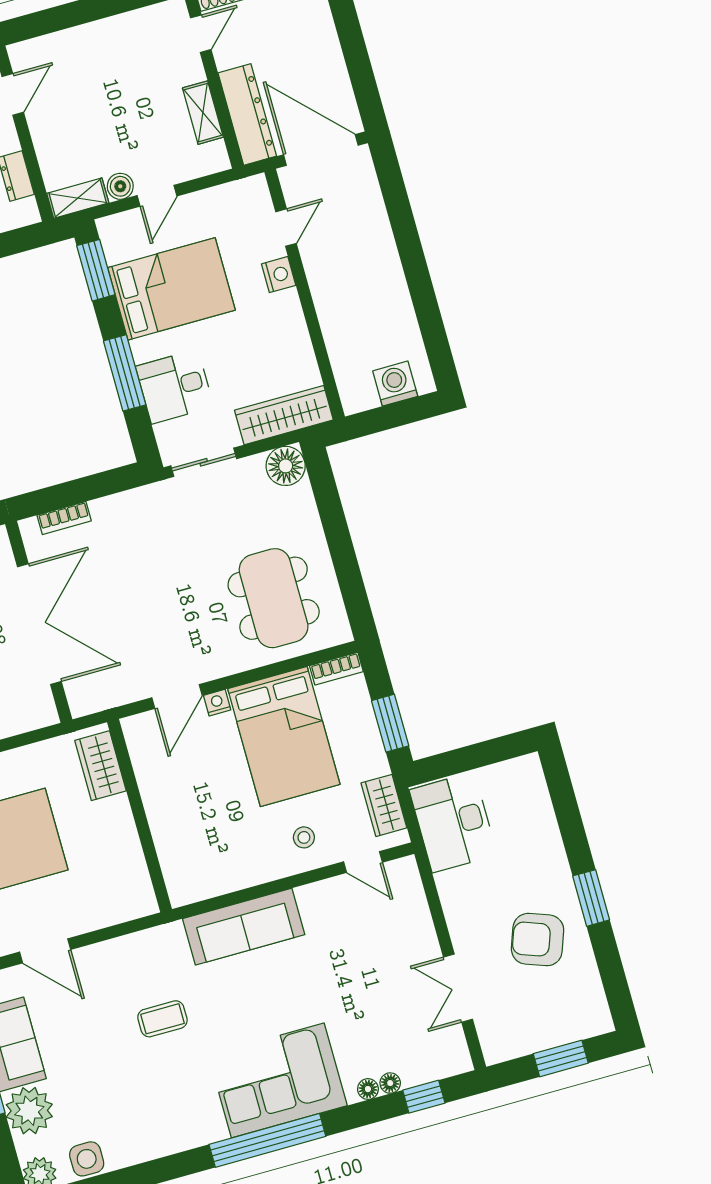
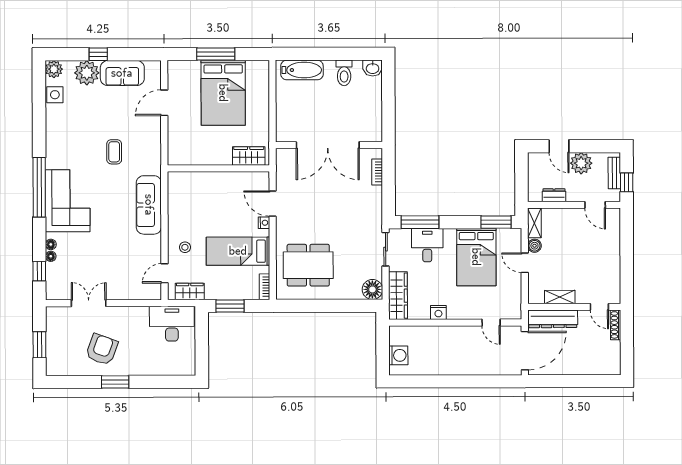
nightstand: (279, 275) -> (438, 312), moved
window: (125, 373) -> (420, 222), moved
bed: (284, 736) -> (238, 251), width x0.67

